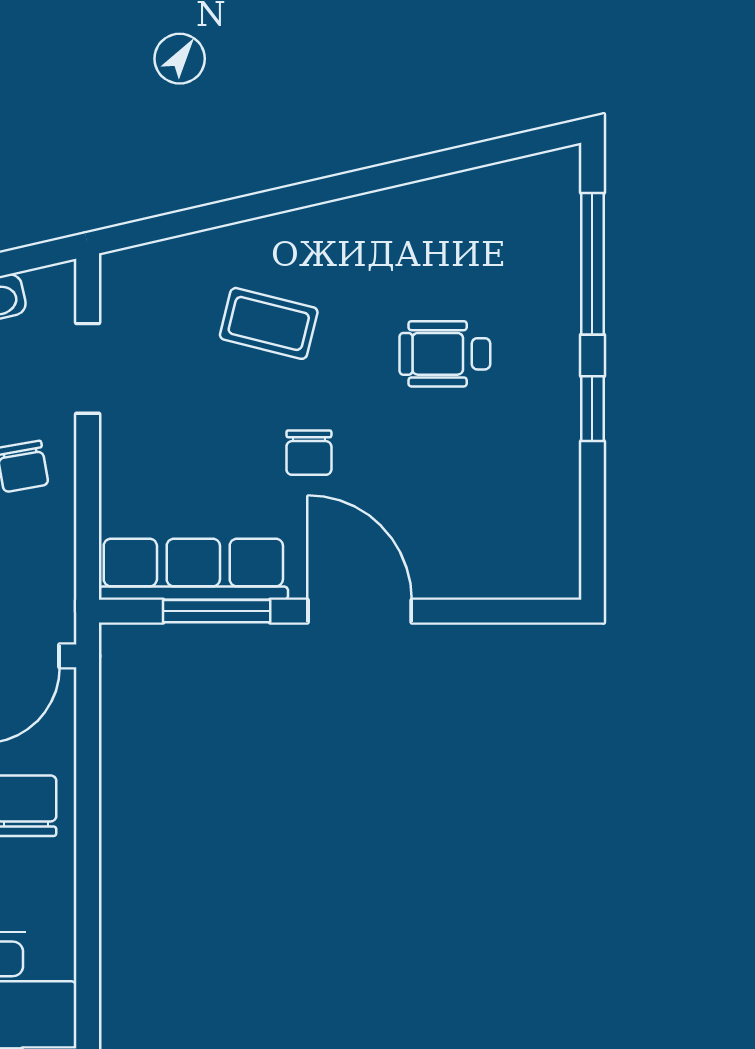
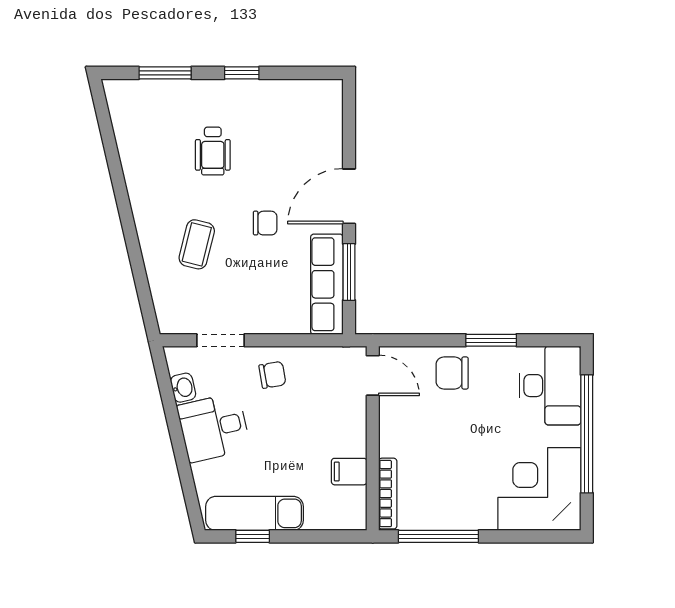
window: (592, 264) -> (165, 73), width x0.69
window: (88, 879) -> (491, 340), added

